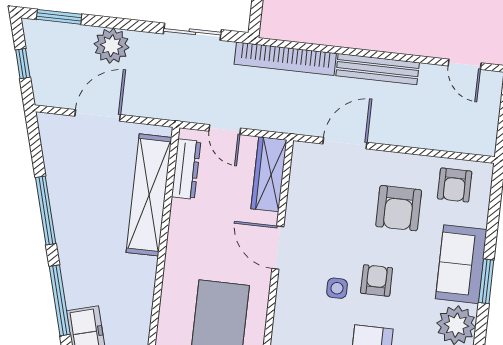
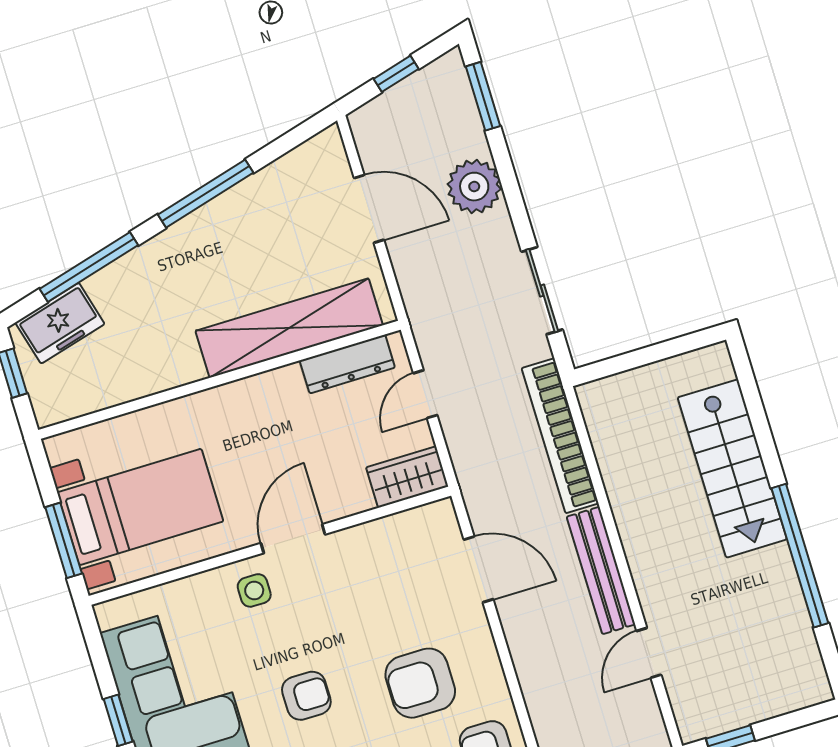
door: (465, 64) -> (649, 653), moved
wardrobe: (269, 174) -> (407, 477), width x0.67
side table: (337, 288) -> (254, 590), moved

